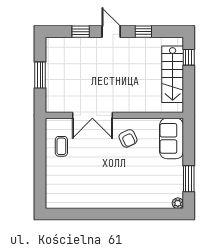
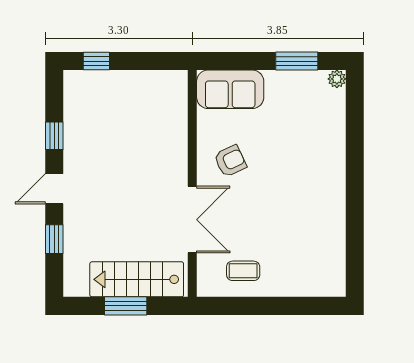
stairs: (173, 74) -> (137, 279), moved, turned 180

